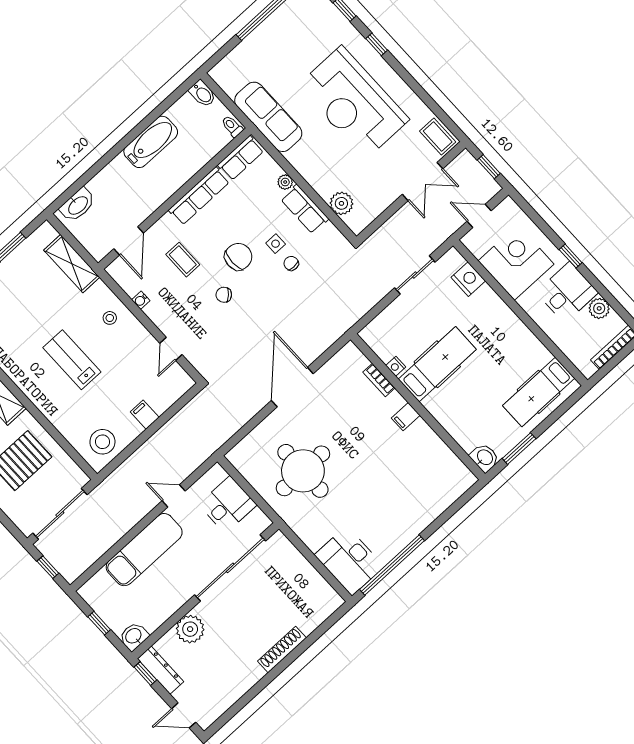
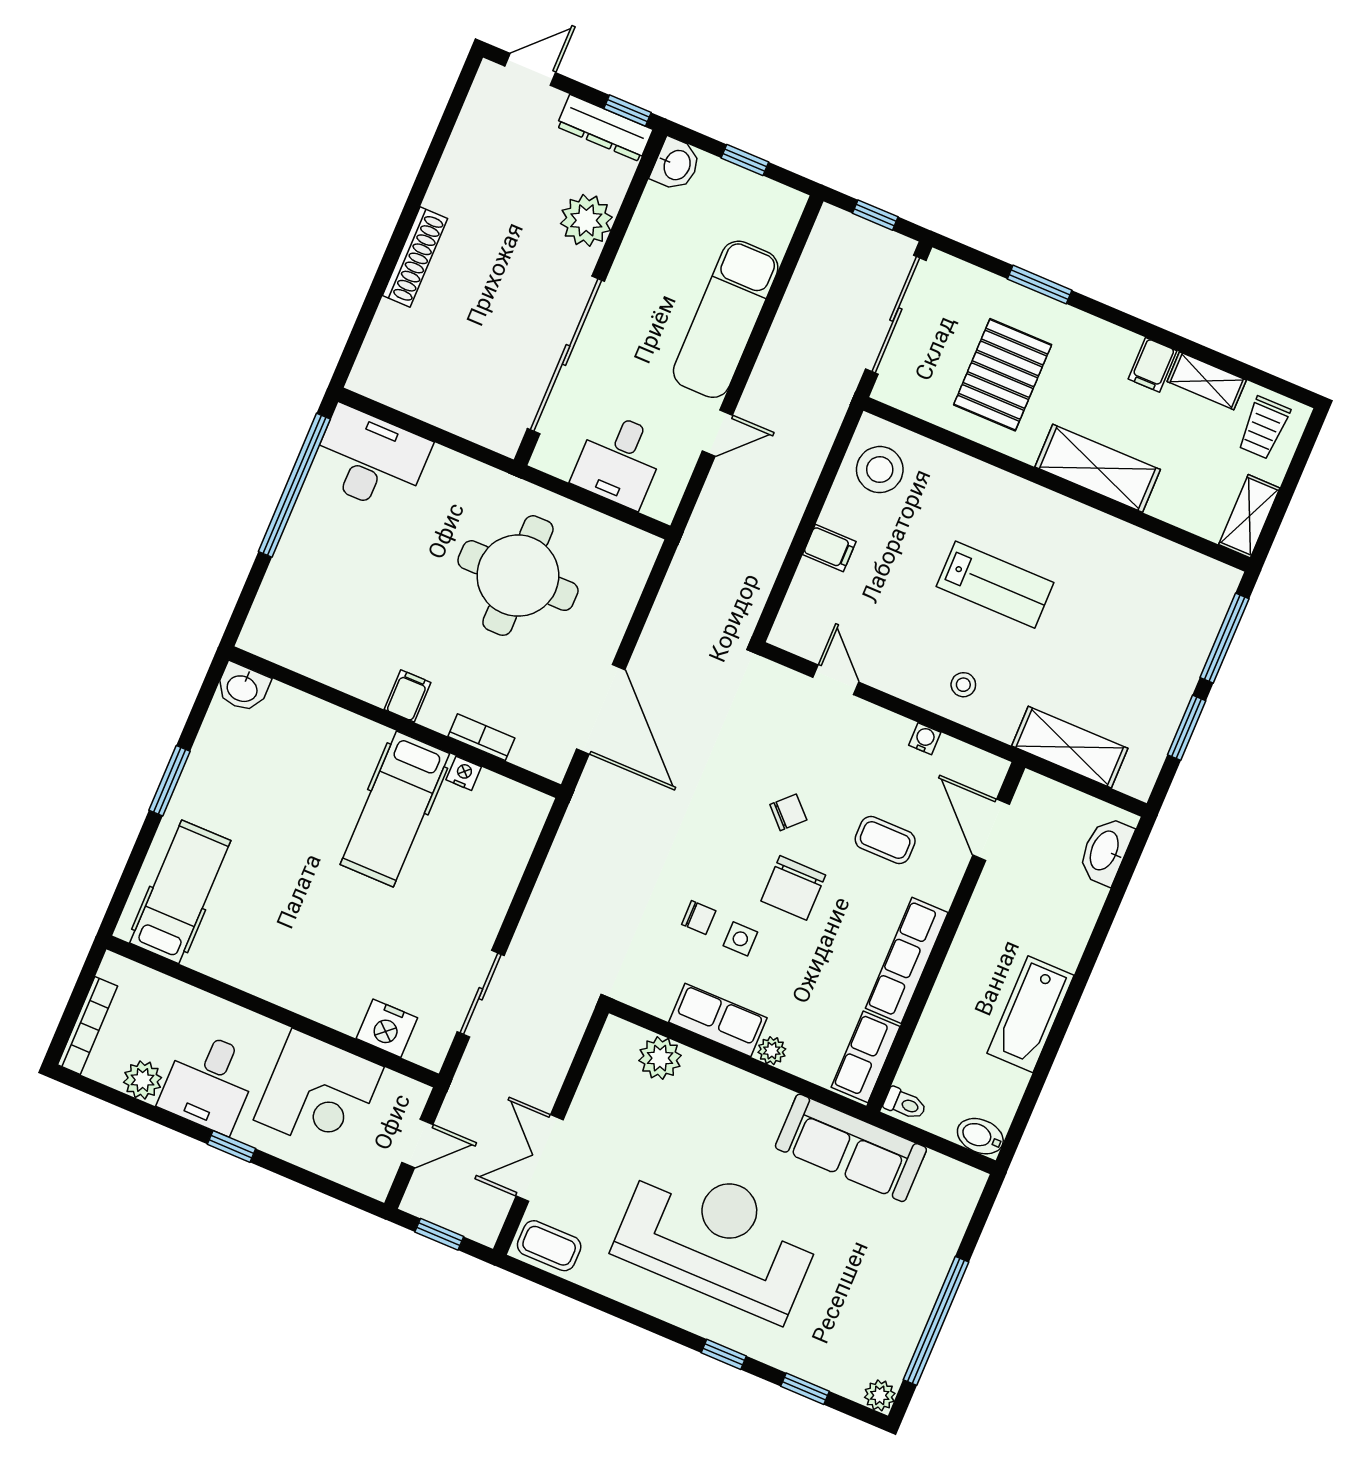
hospital bed: (437, 364) -> (395, 809), moved
nightstand: (396, 366) -> (464, 773), moved
bookcase: (379, 380) -> (481, 737), moved
wall: (418, 407) -> (395, 722), moved
filing cabinet: (406, 417) -> (408, 696), moved
washbasin: (484, 458) -> (243, 688), moved

